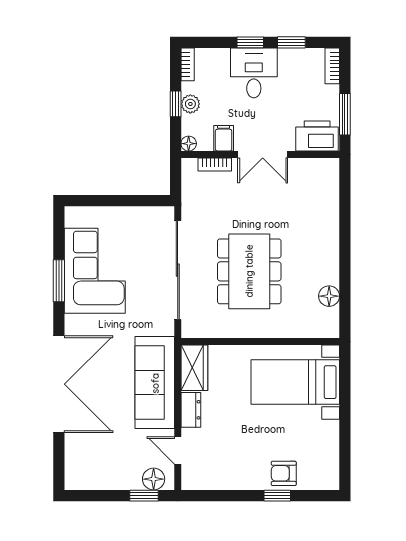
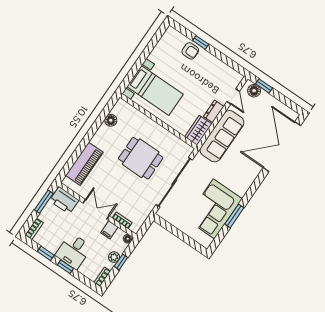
piano: (324, 208) -> (84, 164), added
dining table: (249, 271) -> (141, 158), width x0.73
double door: (59, 384) -> (282, 147), moved

